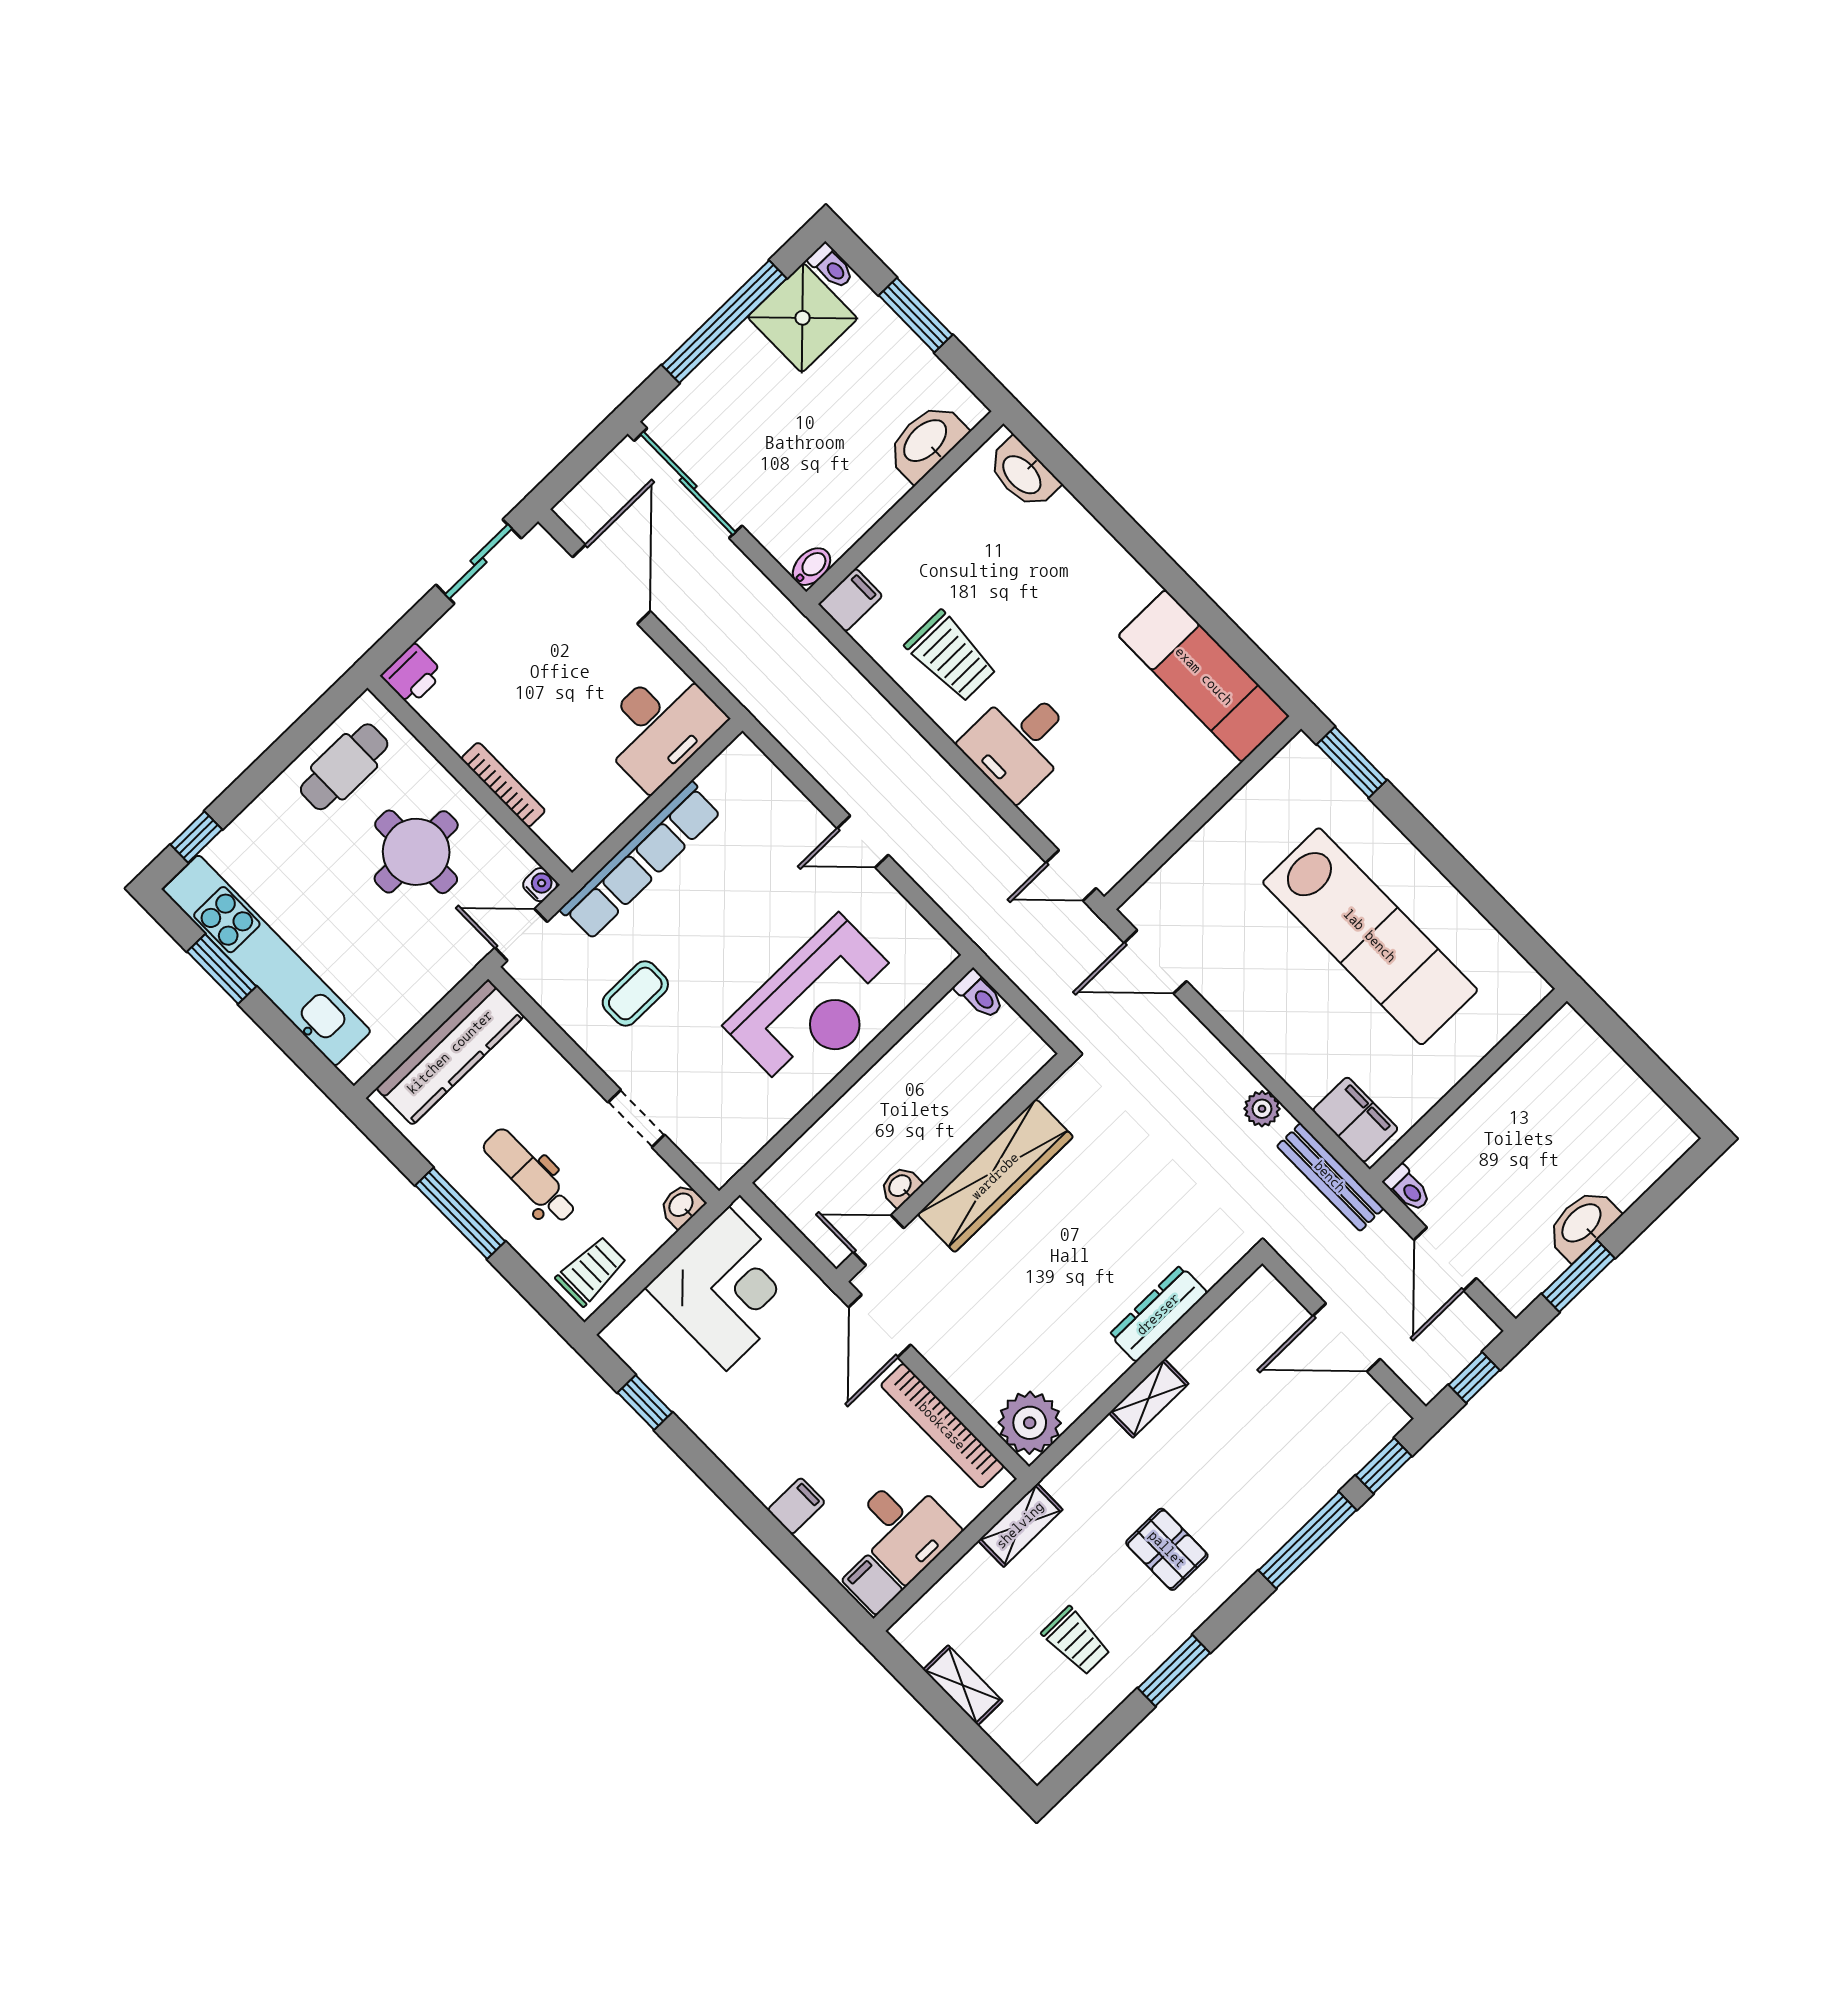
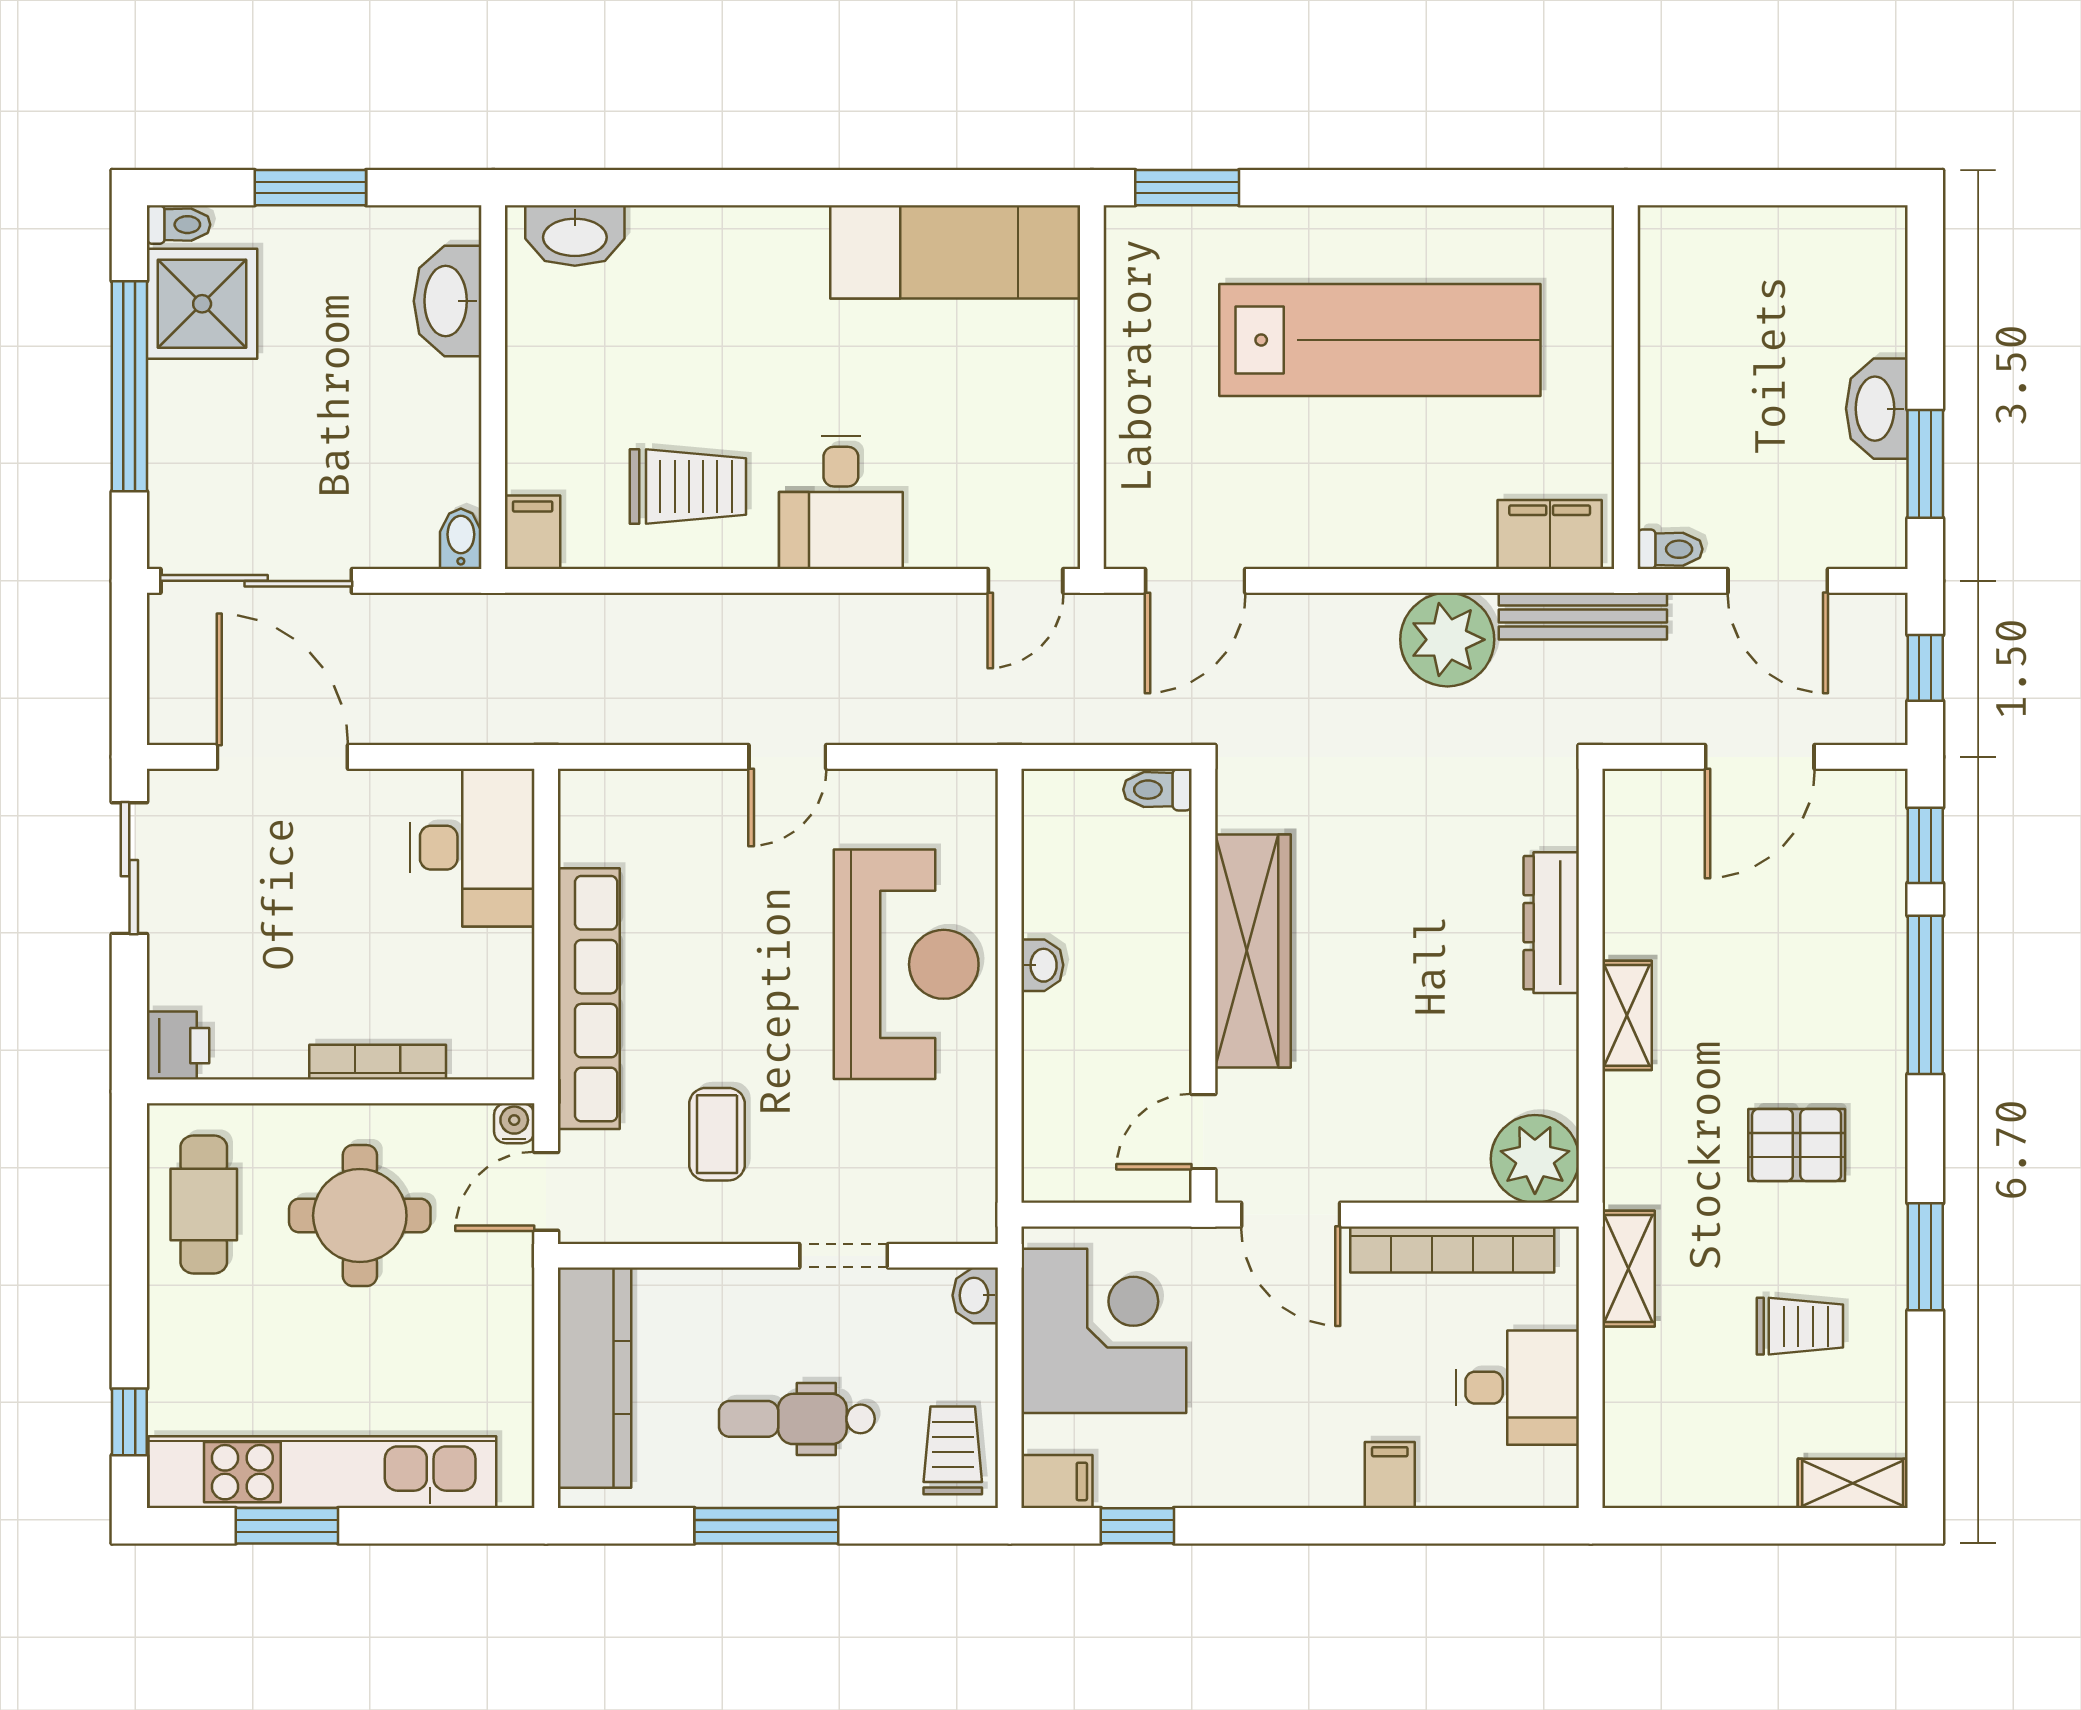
toilet: (979, 995) -> (1157, 790), moved, turned 180
plant: (1262, 1109) -> (1447, 640), width x1.88, depth x1.88
washbasin: (901, 1186) -> (1042, 965), moved, turned 180
filing cabinet: (872, 1585) -> (1057, 1481), moved, turned 180
shelving: (963, 1685) -> (1853, 1483), moved

